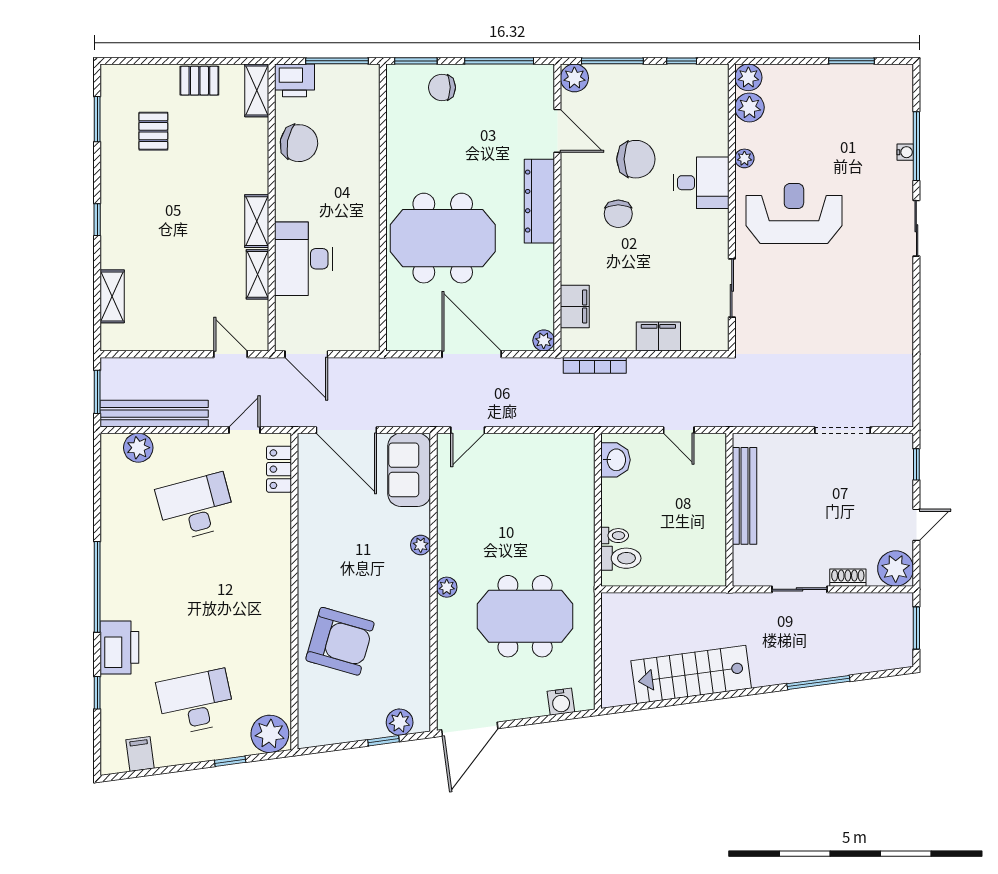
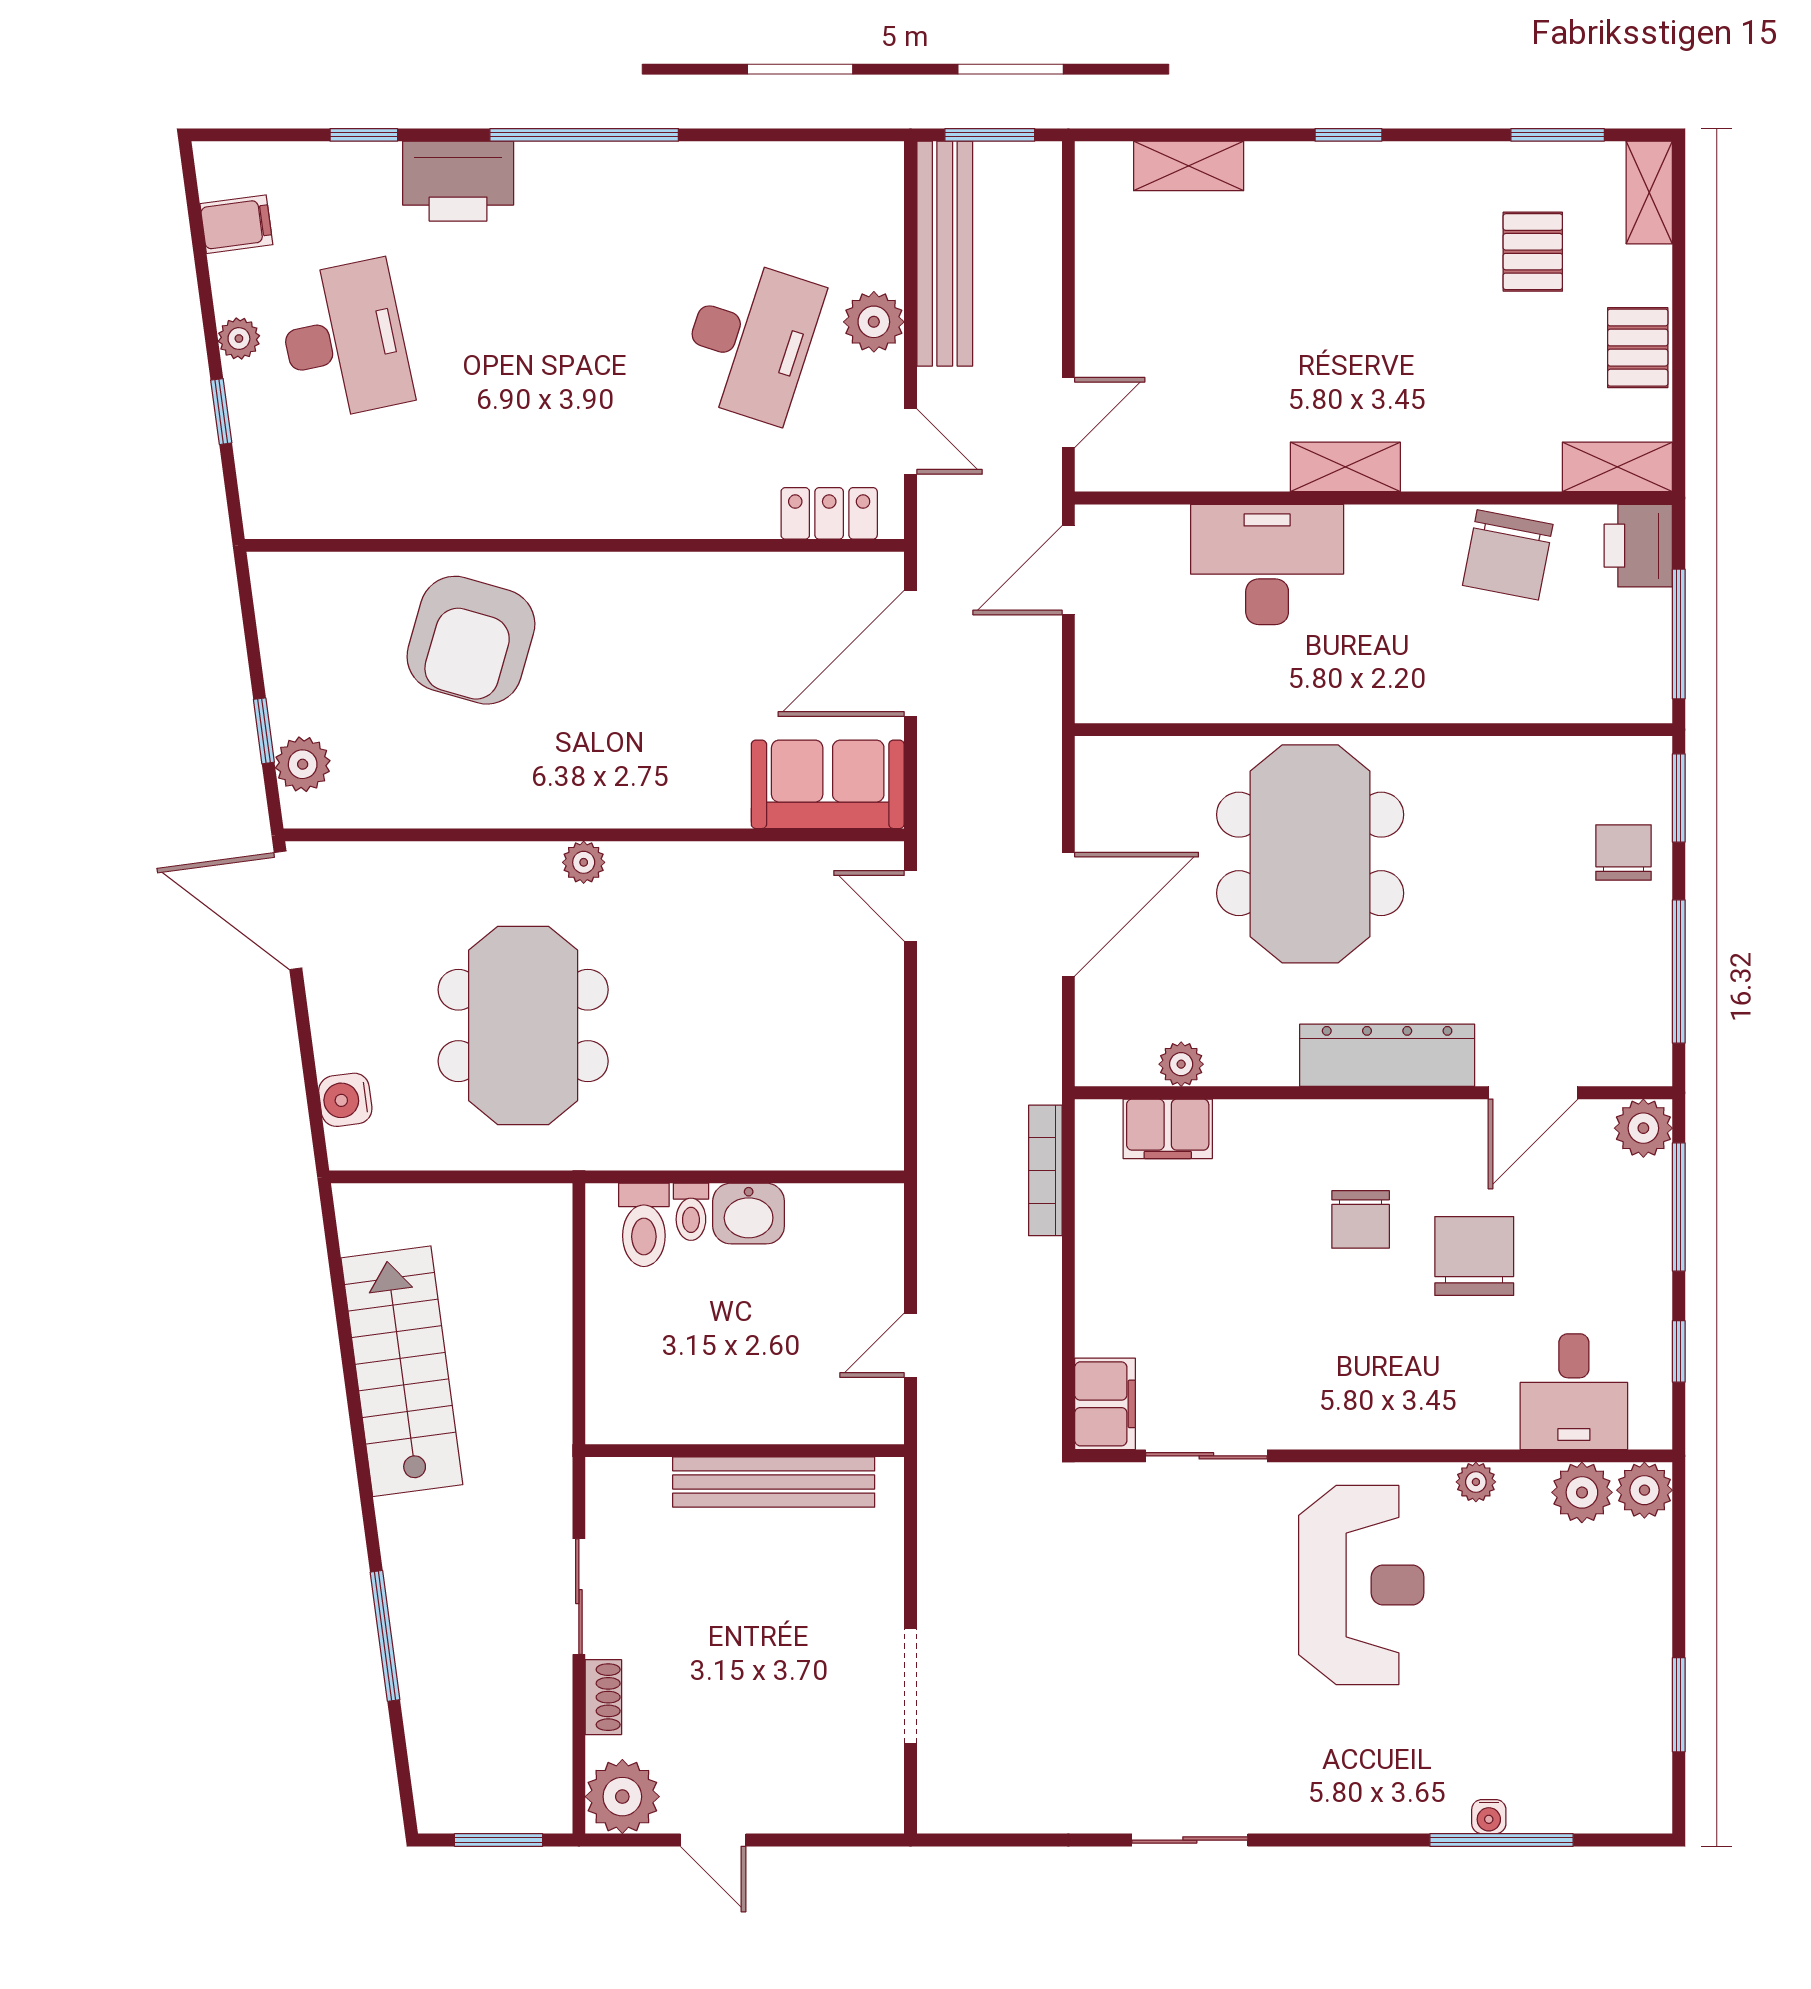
pallet: (153, 131) -> (1533, 252), turned 90
chair: (636, 159) -> (1474, 1256), turned 180
desk: (701, 183) -> (1574, 1392), moved
chair: (618, 214) -> (1361, 1219), turned -90
sliding door: (916, 228) -> (1190, 1840), moved
shelving: (258, 274) -> (1649, 193), moved, turned 90
filing cabinet: (658, 337) -> (1105, 1404), moved
plant: (544, 341) -> (1181, 1064), moved
plant: (138, 448) -> (874, 322), moved
washbasin: (615, 460) -> (749, 1214), moved
window: (916, 464) -> (839, 1840), removed
desk: (196, 507) -> (750, 340), turned 33
plant: (421, 545) -> (671, 808), removed
plant: (270, 734) -> (239, 339), moved, width x0.53, depth x0.53

